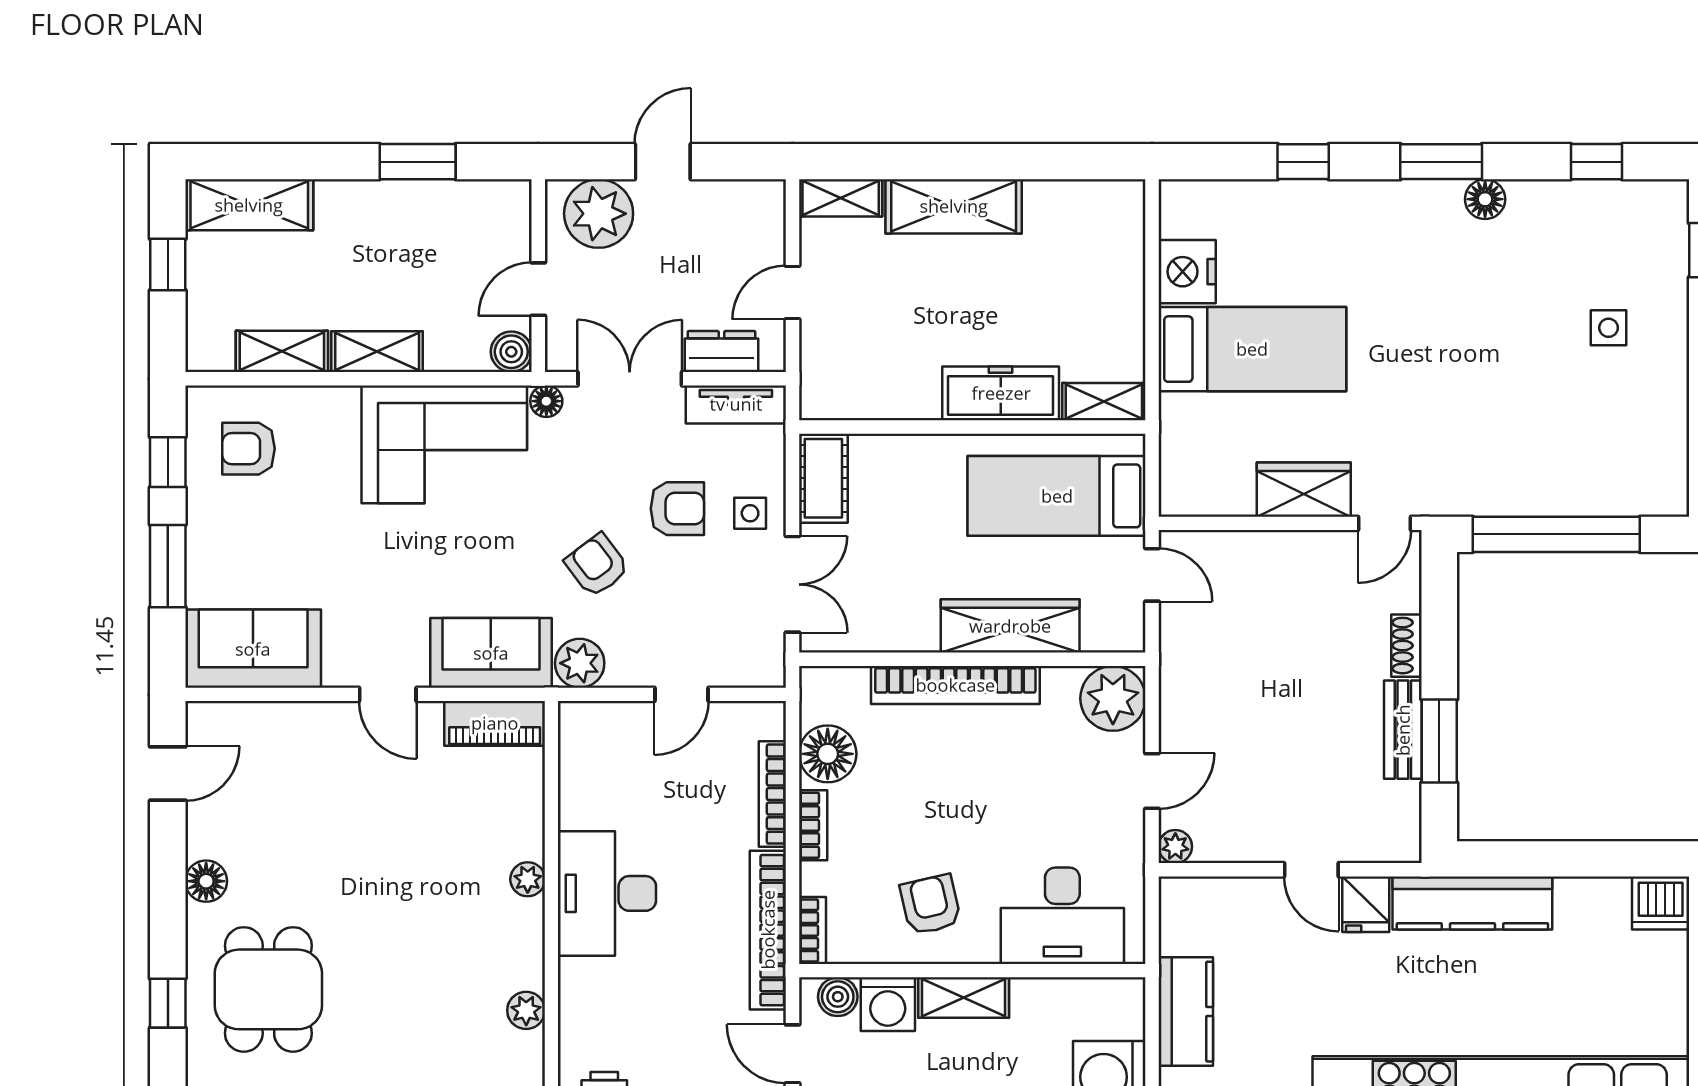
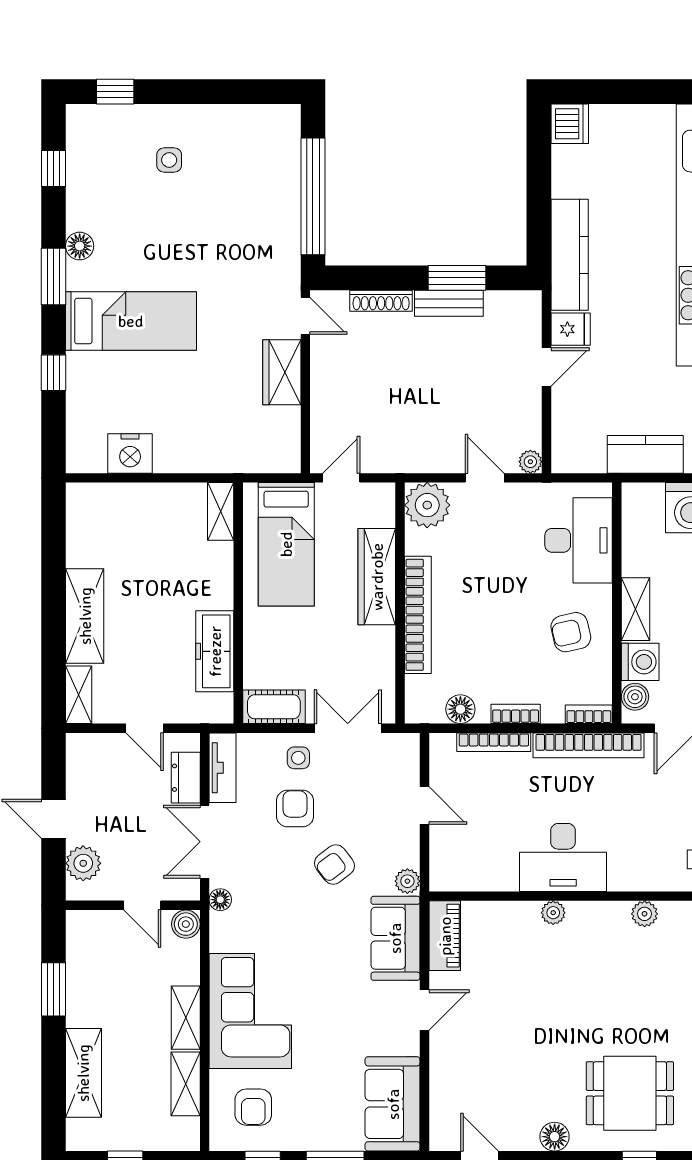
shelving: (249, 205) -> (83, 1073), moved
plant: (599, 214) -> (83, 863), width x0.73, depth x0.73
bed: (1252, 349) -> (131, 321), moved, turned 90
freezer: (1001, 393) -> (215, 651), moved
corner sofa: (444, 444) -> (250, 1011), moved
shoe rack: (1407, 646) -> (381, 301), width x1.43
plant: (580, 663) -> (407, 881), width x0.73, depth x0.73
floor lamp: (828, 754) -> (460, 709), width x0.73, depth x0.73

